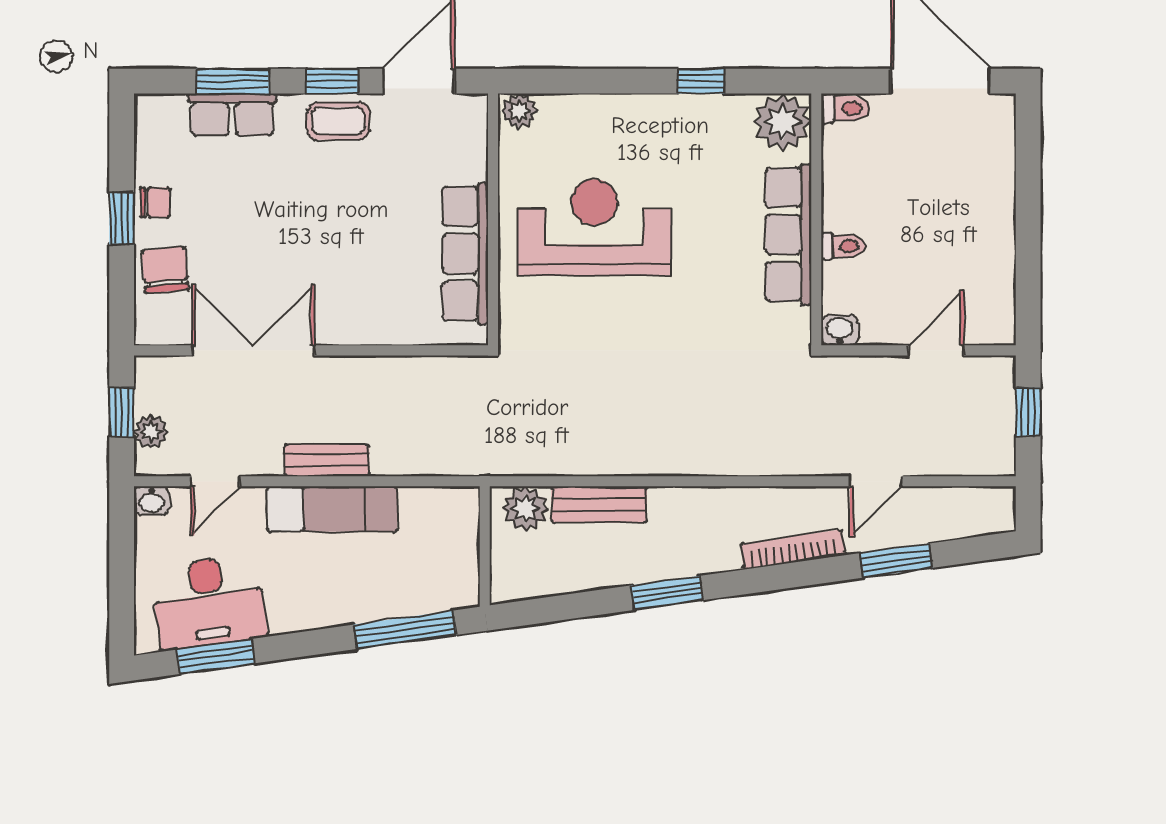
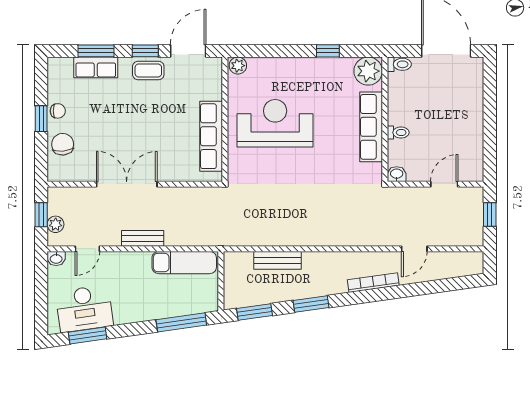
double door: (253, 350) -> (127, 184), moved
exam couch: (332, 509) -> (184, 263), moved
plant: (525, 509) -> (241, 262), removed
window: (896, 561) -> (254, 312), moved

